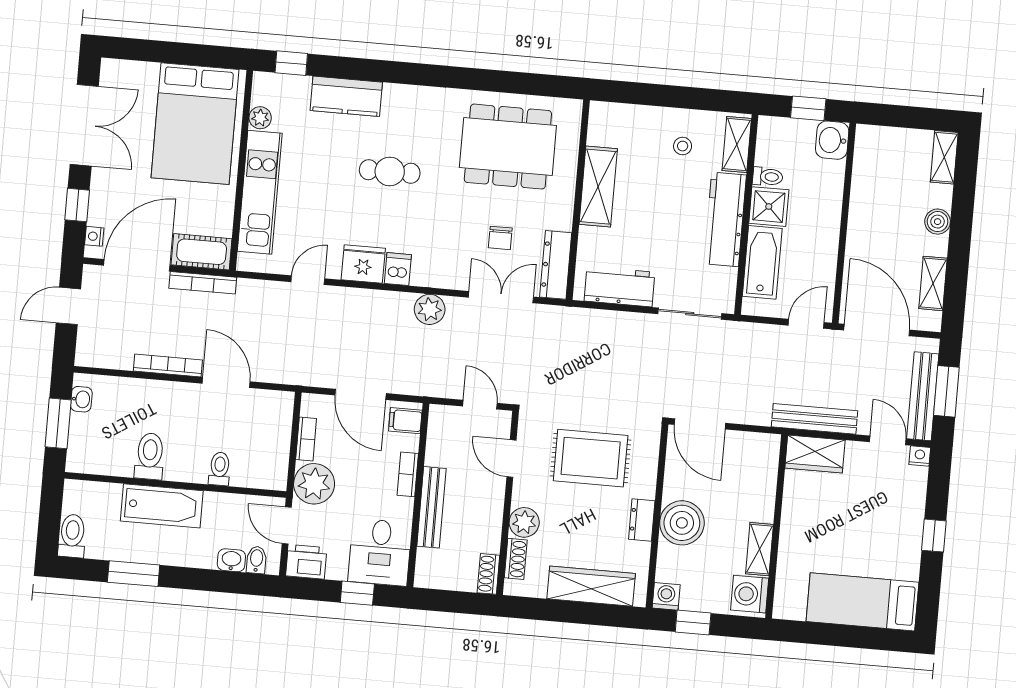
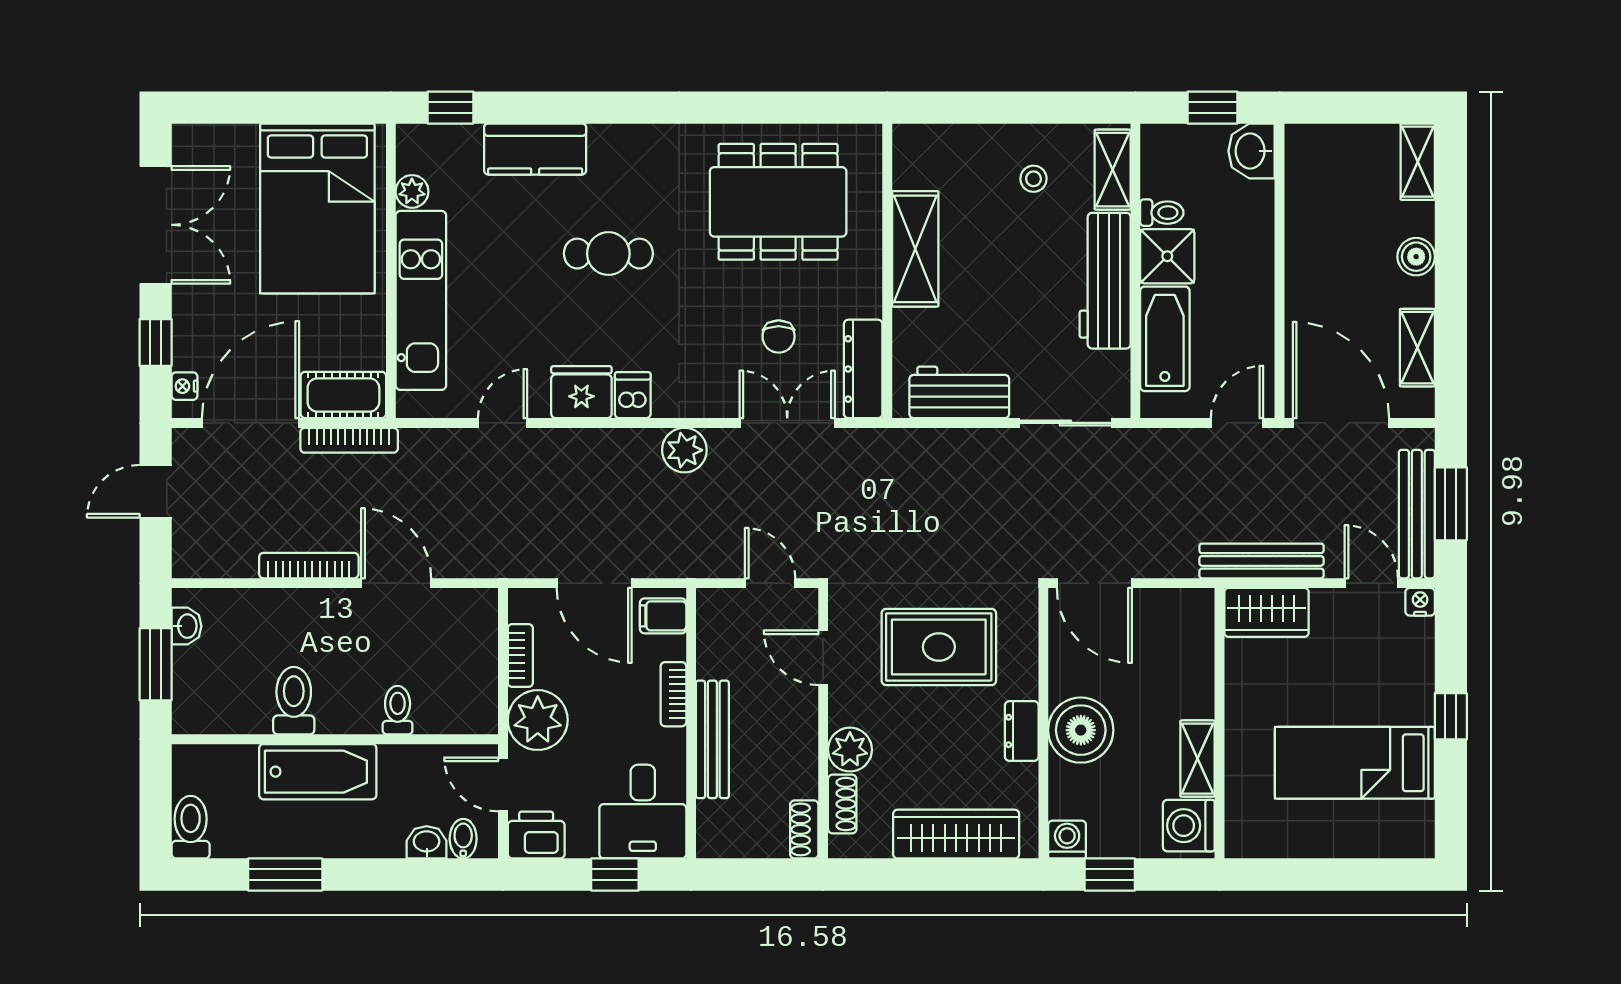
bed: (862, 602) -> (1355, 763), moved

